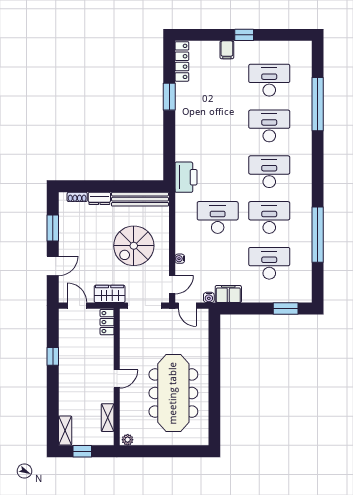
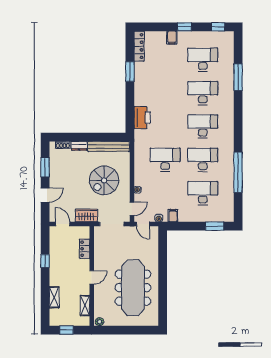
window: (290, 35) -> (218, 27), added
window: (318, 104) -> (238, 77), width x0.68
printer: (186, 177) -> (142, 118), moved
filing cabinet: (228, 294) -> (173, 216), width x0.50
locker: (107, 322) -> (85, 249), moved
shelving: (65, 430) -> (54, 297), moved

